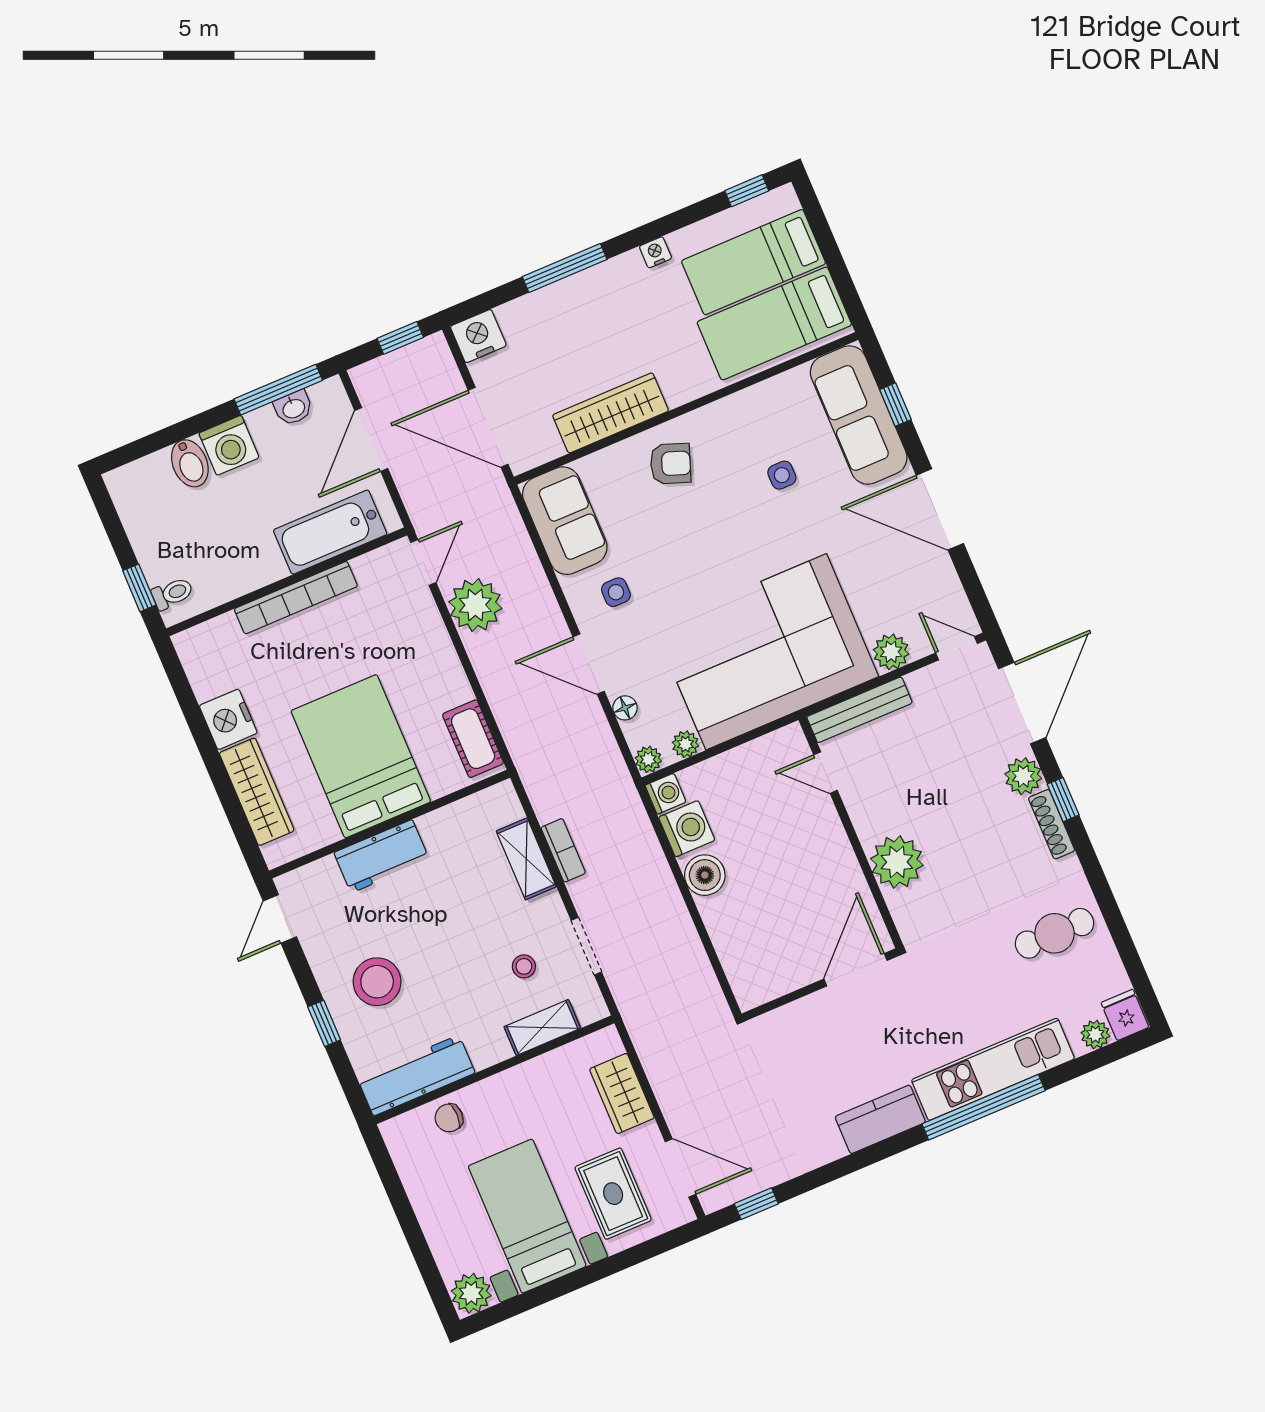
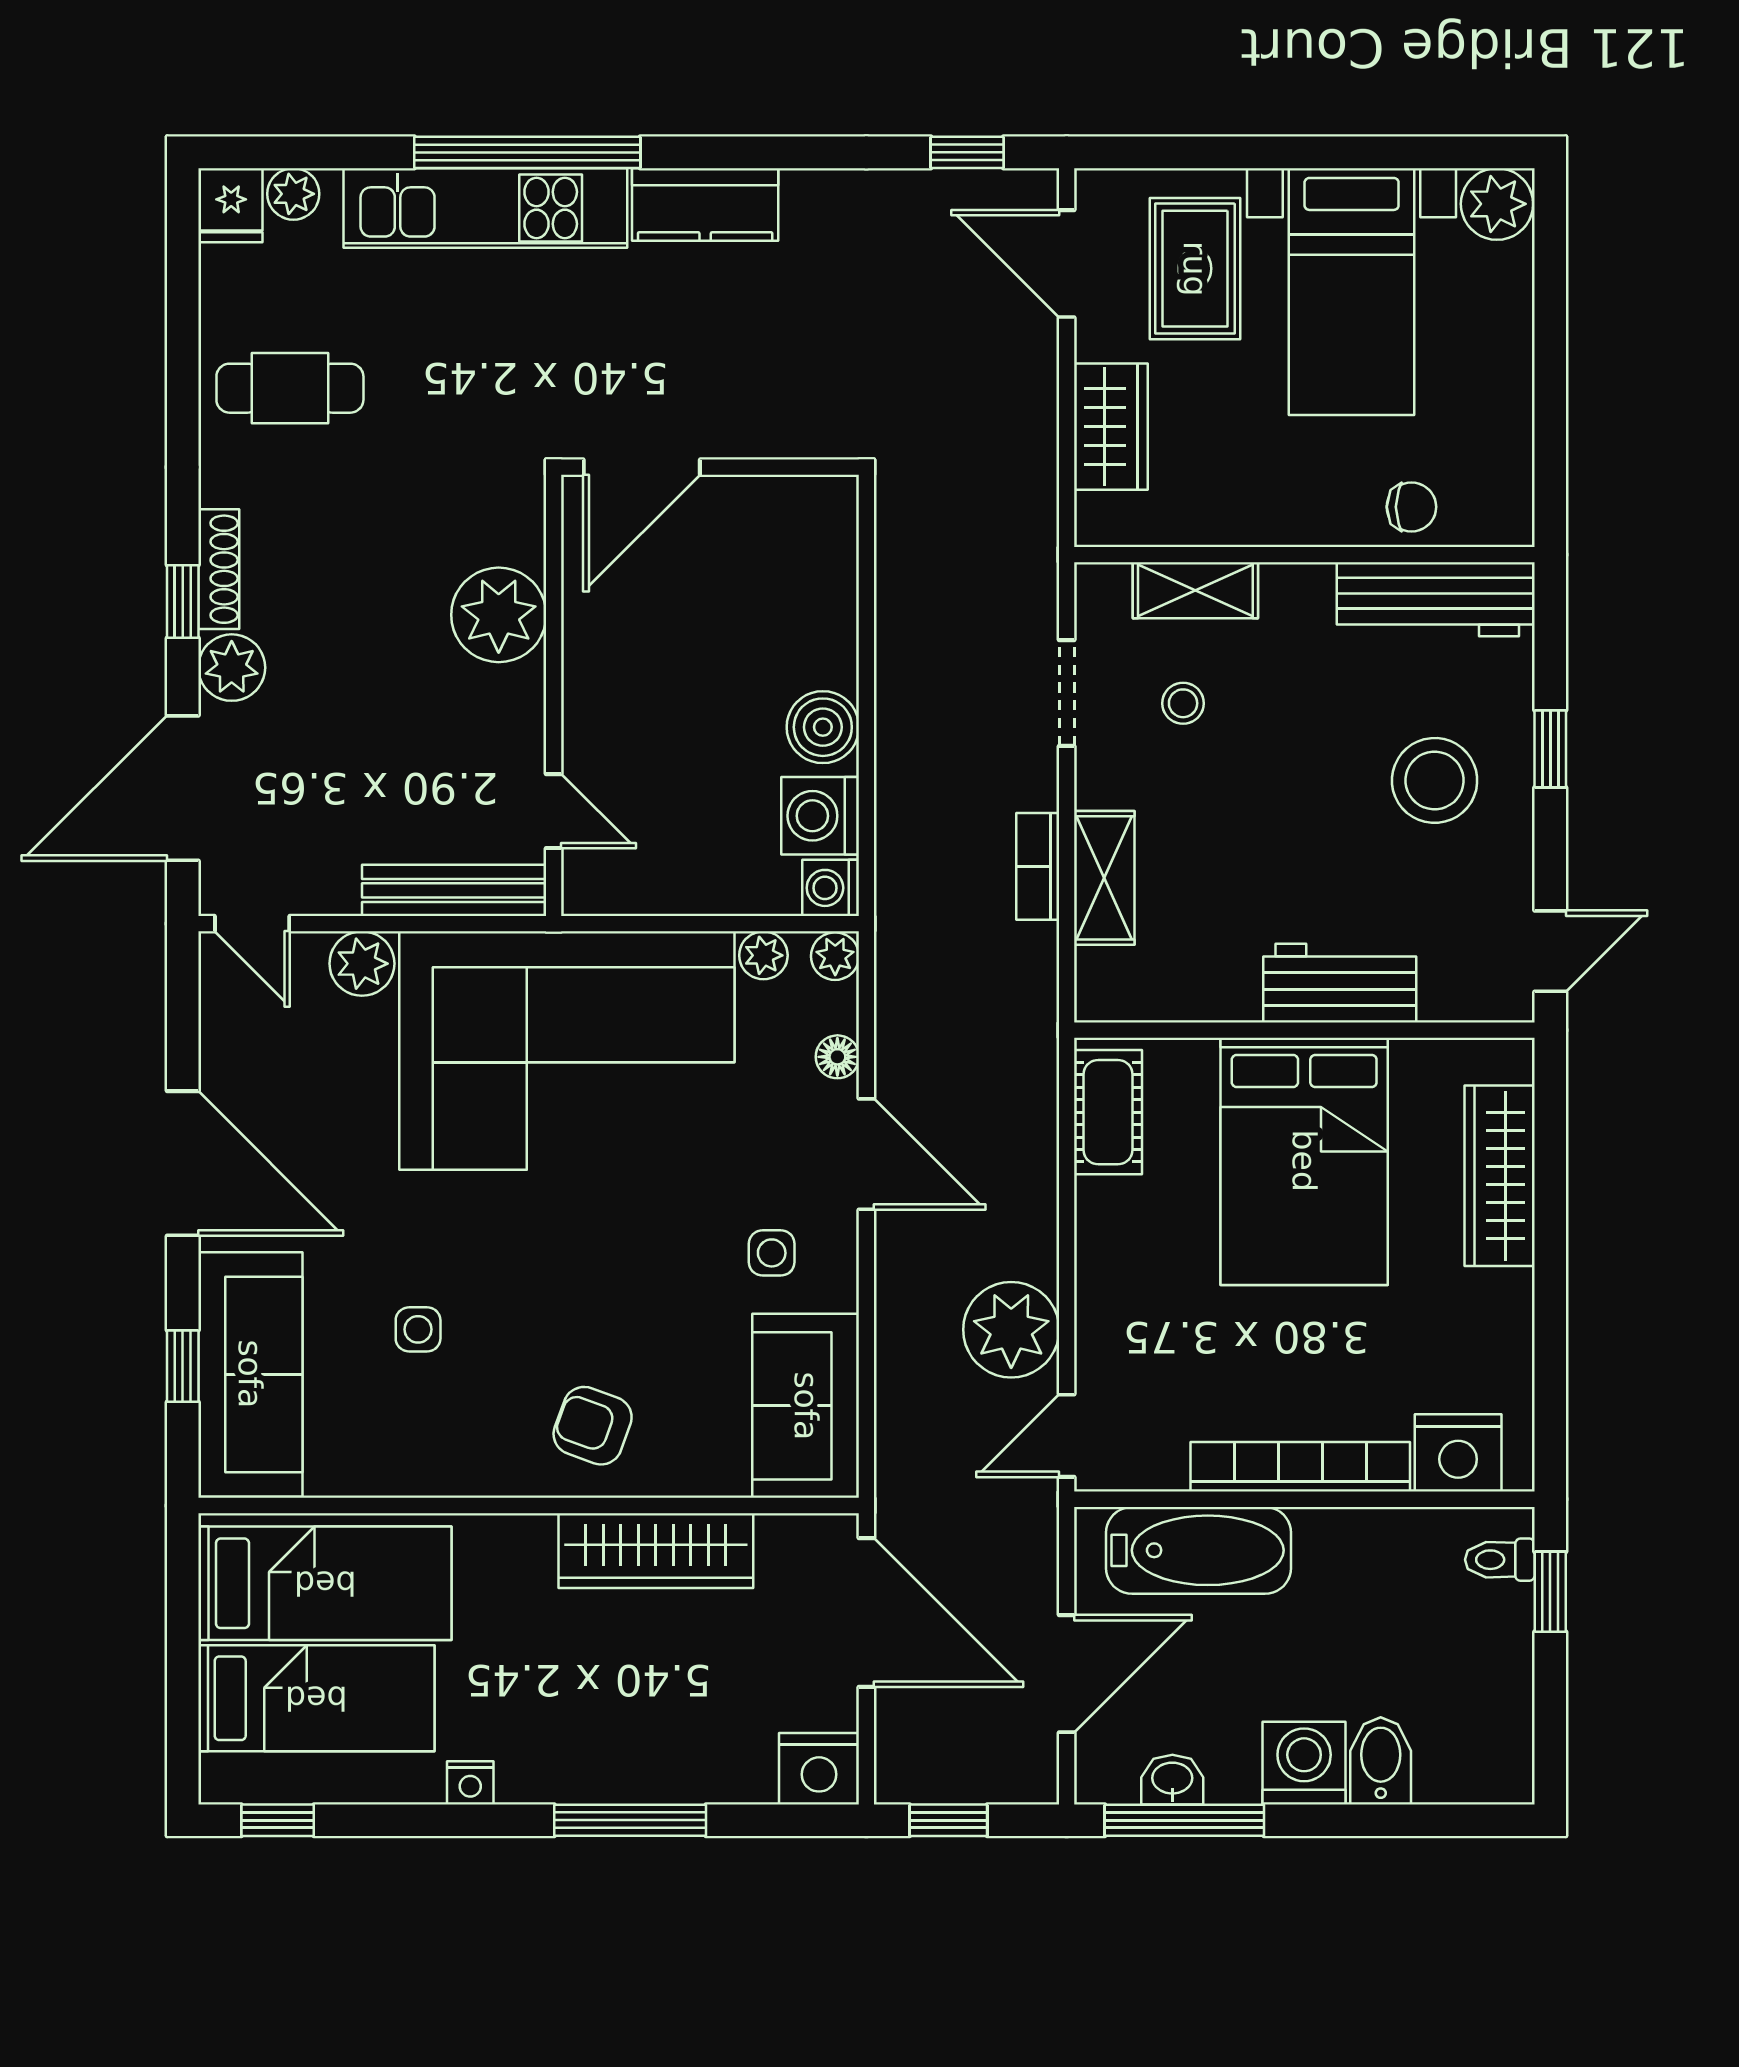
nightstand: (228, 719) -> (1458, 1453), moved, turned 90

